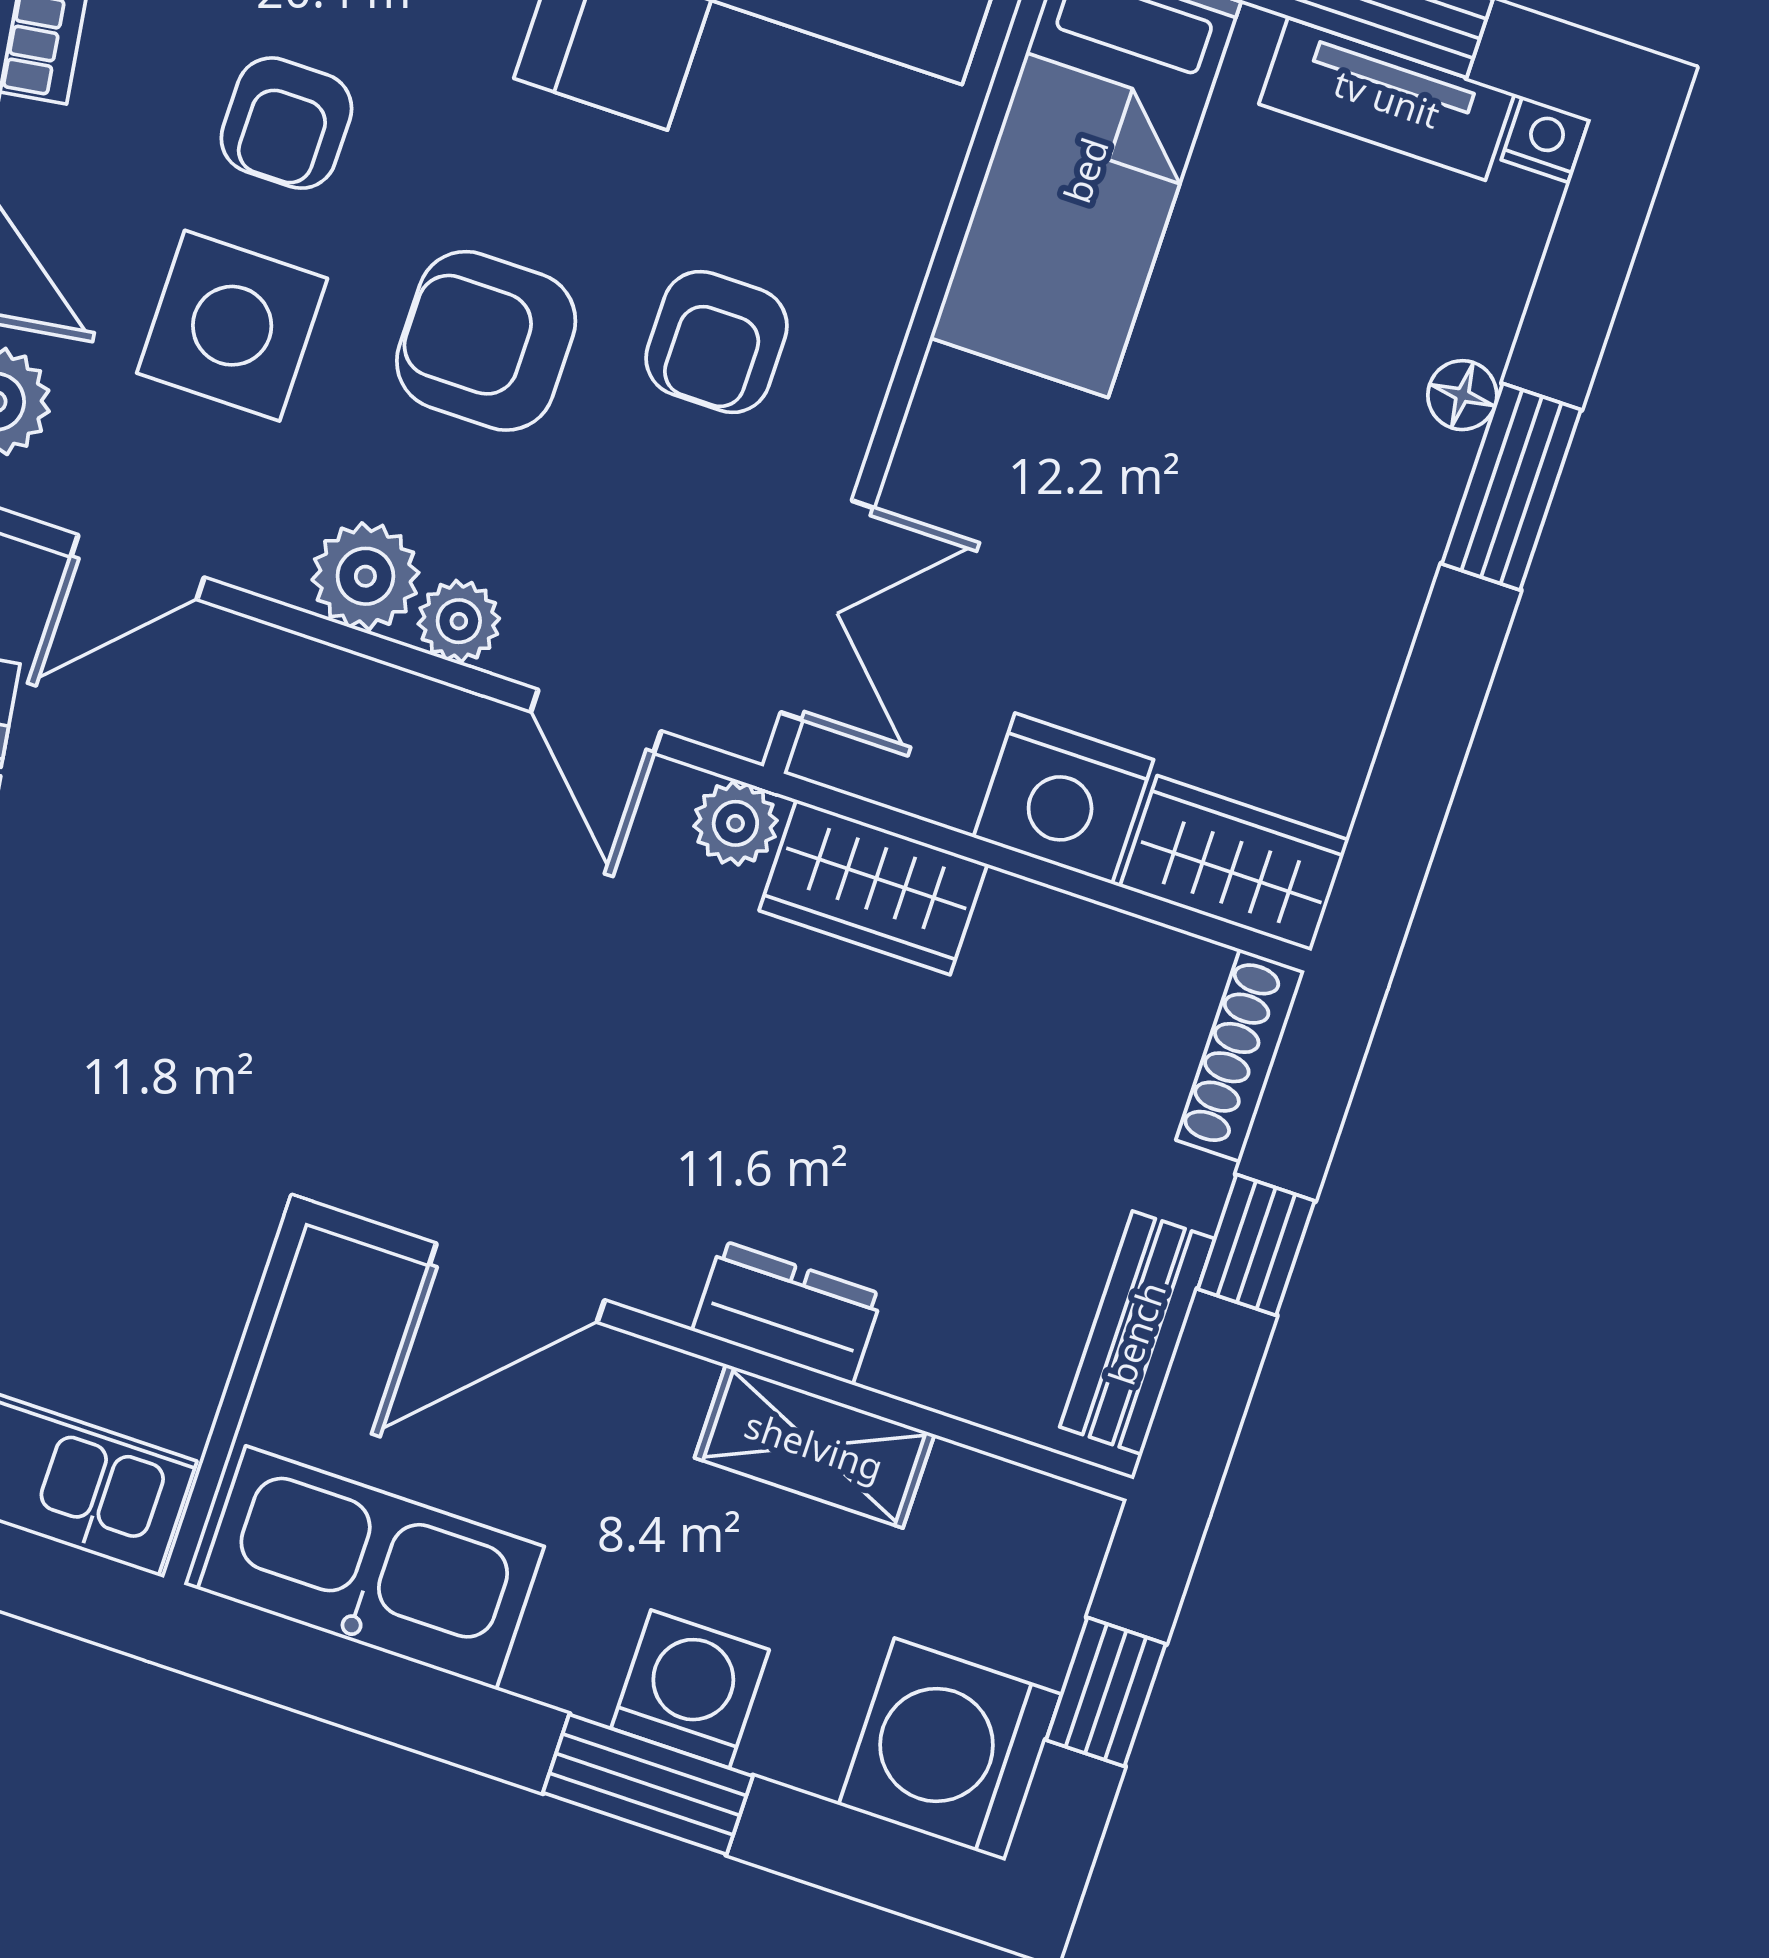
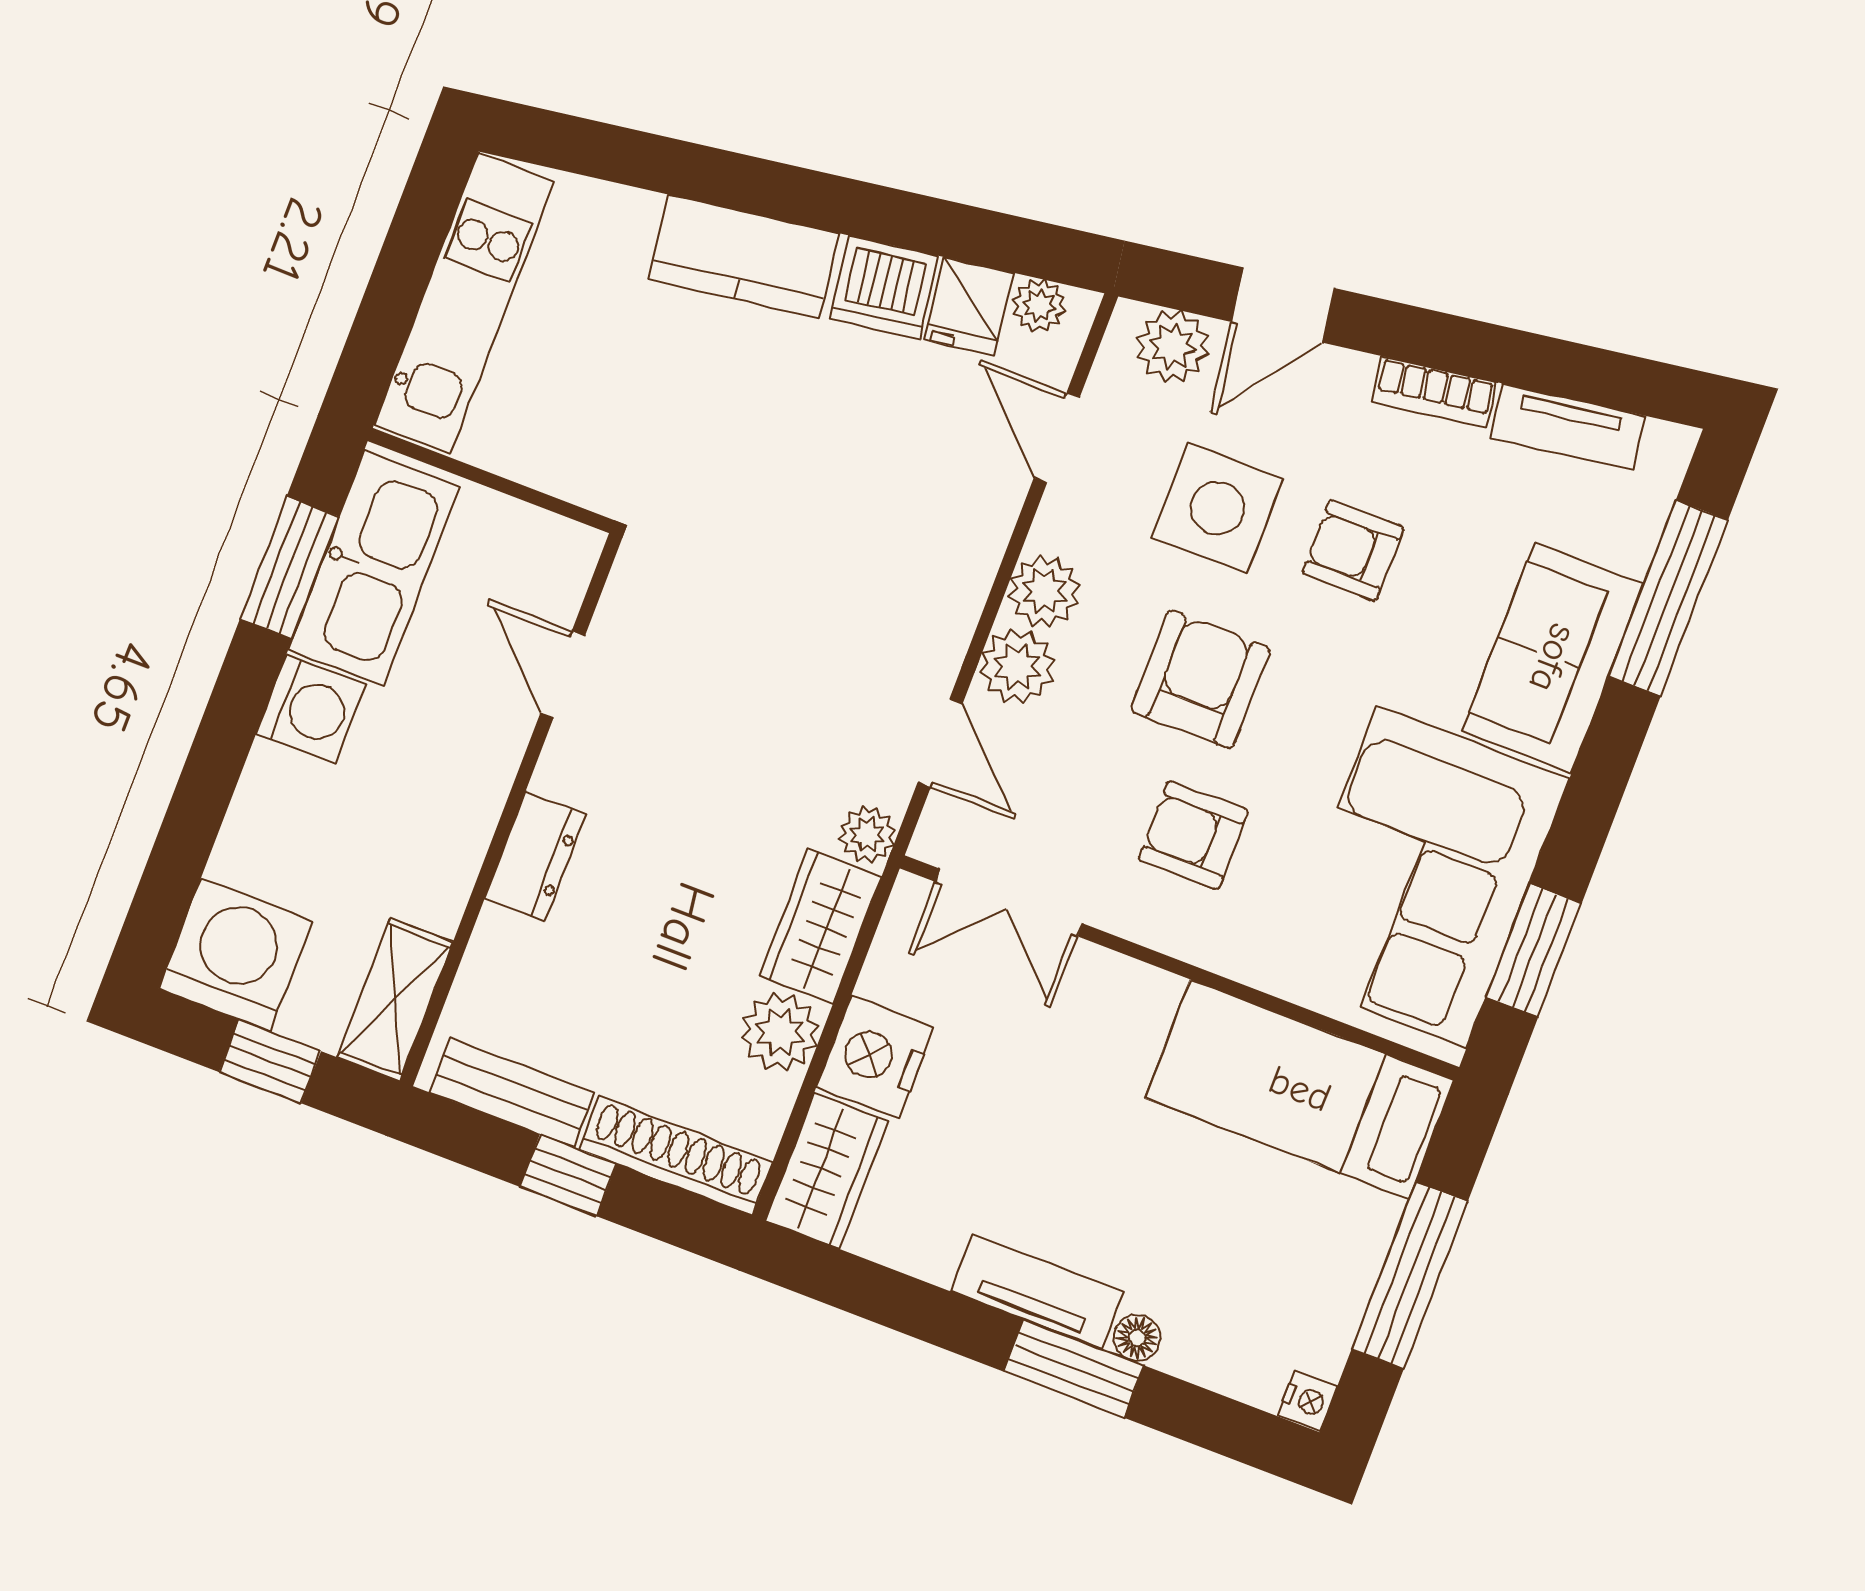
tv unit: (1387, 99) -> (1037, 1291), moved, turned 90
plant: (459, 621) -> (1017, 667), width x1.38, depth x1.38
door: (596, 721) -> (940, 743), swing flipped
plant: (1032, 941) -> (780, 1032), added
shoe rack: (1240, 1055) -> (676, 1156), width x1.36, depth x1.24
door: (517, 1283) -> (563, 674), width x0.73
shelving: (814, 1446) -> (395, 1000), moved
washing machine: (690, 1689) -> (311, 709), moved
window: (648, 1784) -> (289, 568), moved

